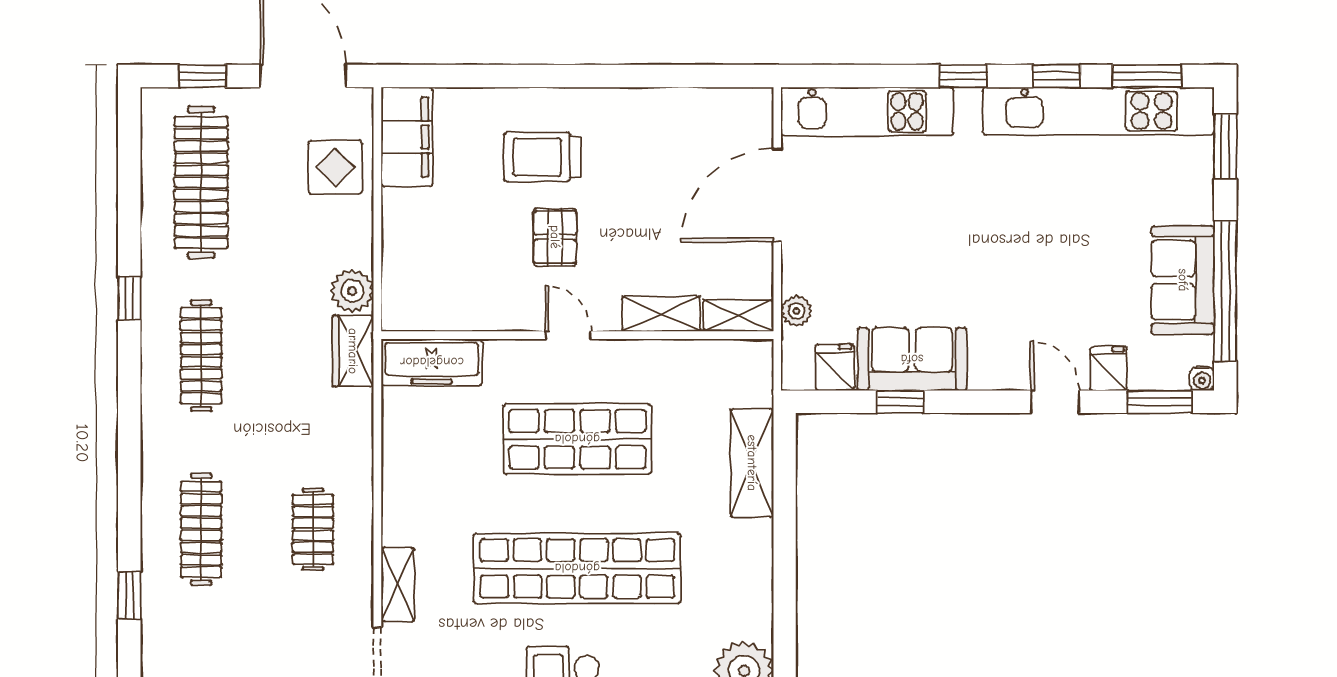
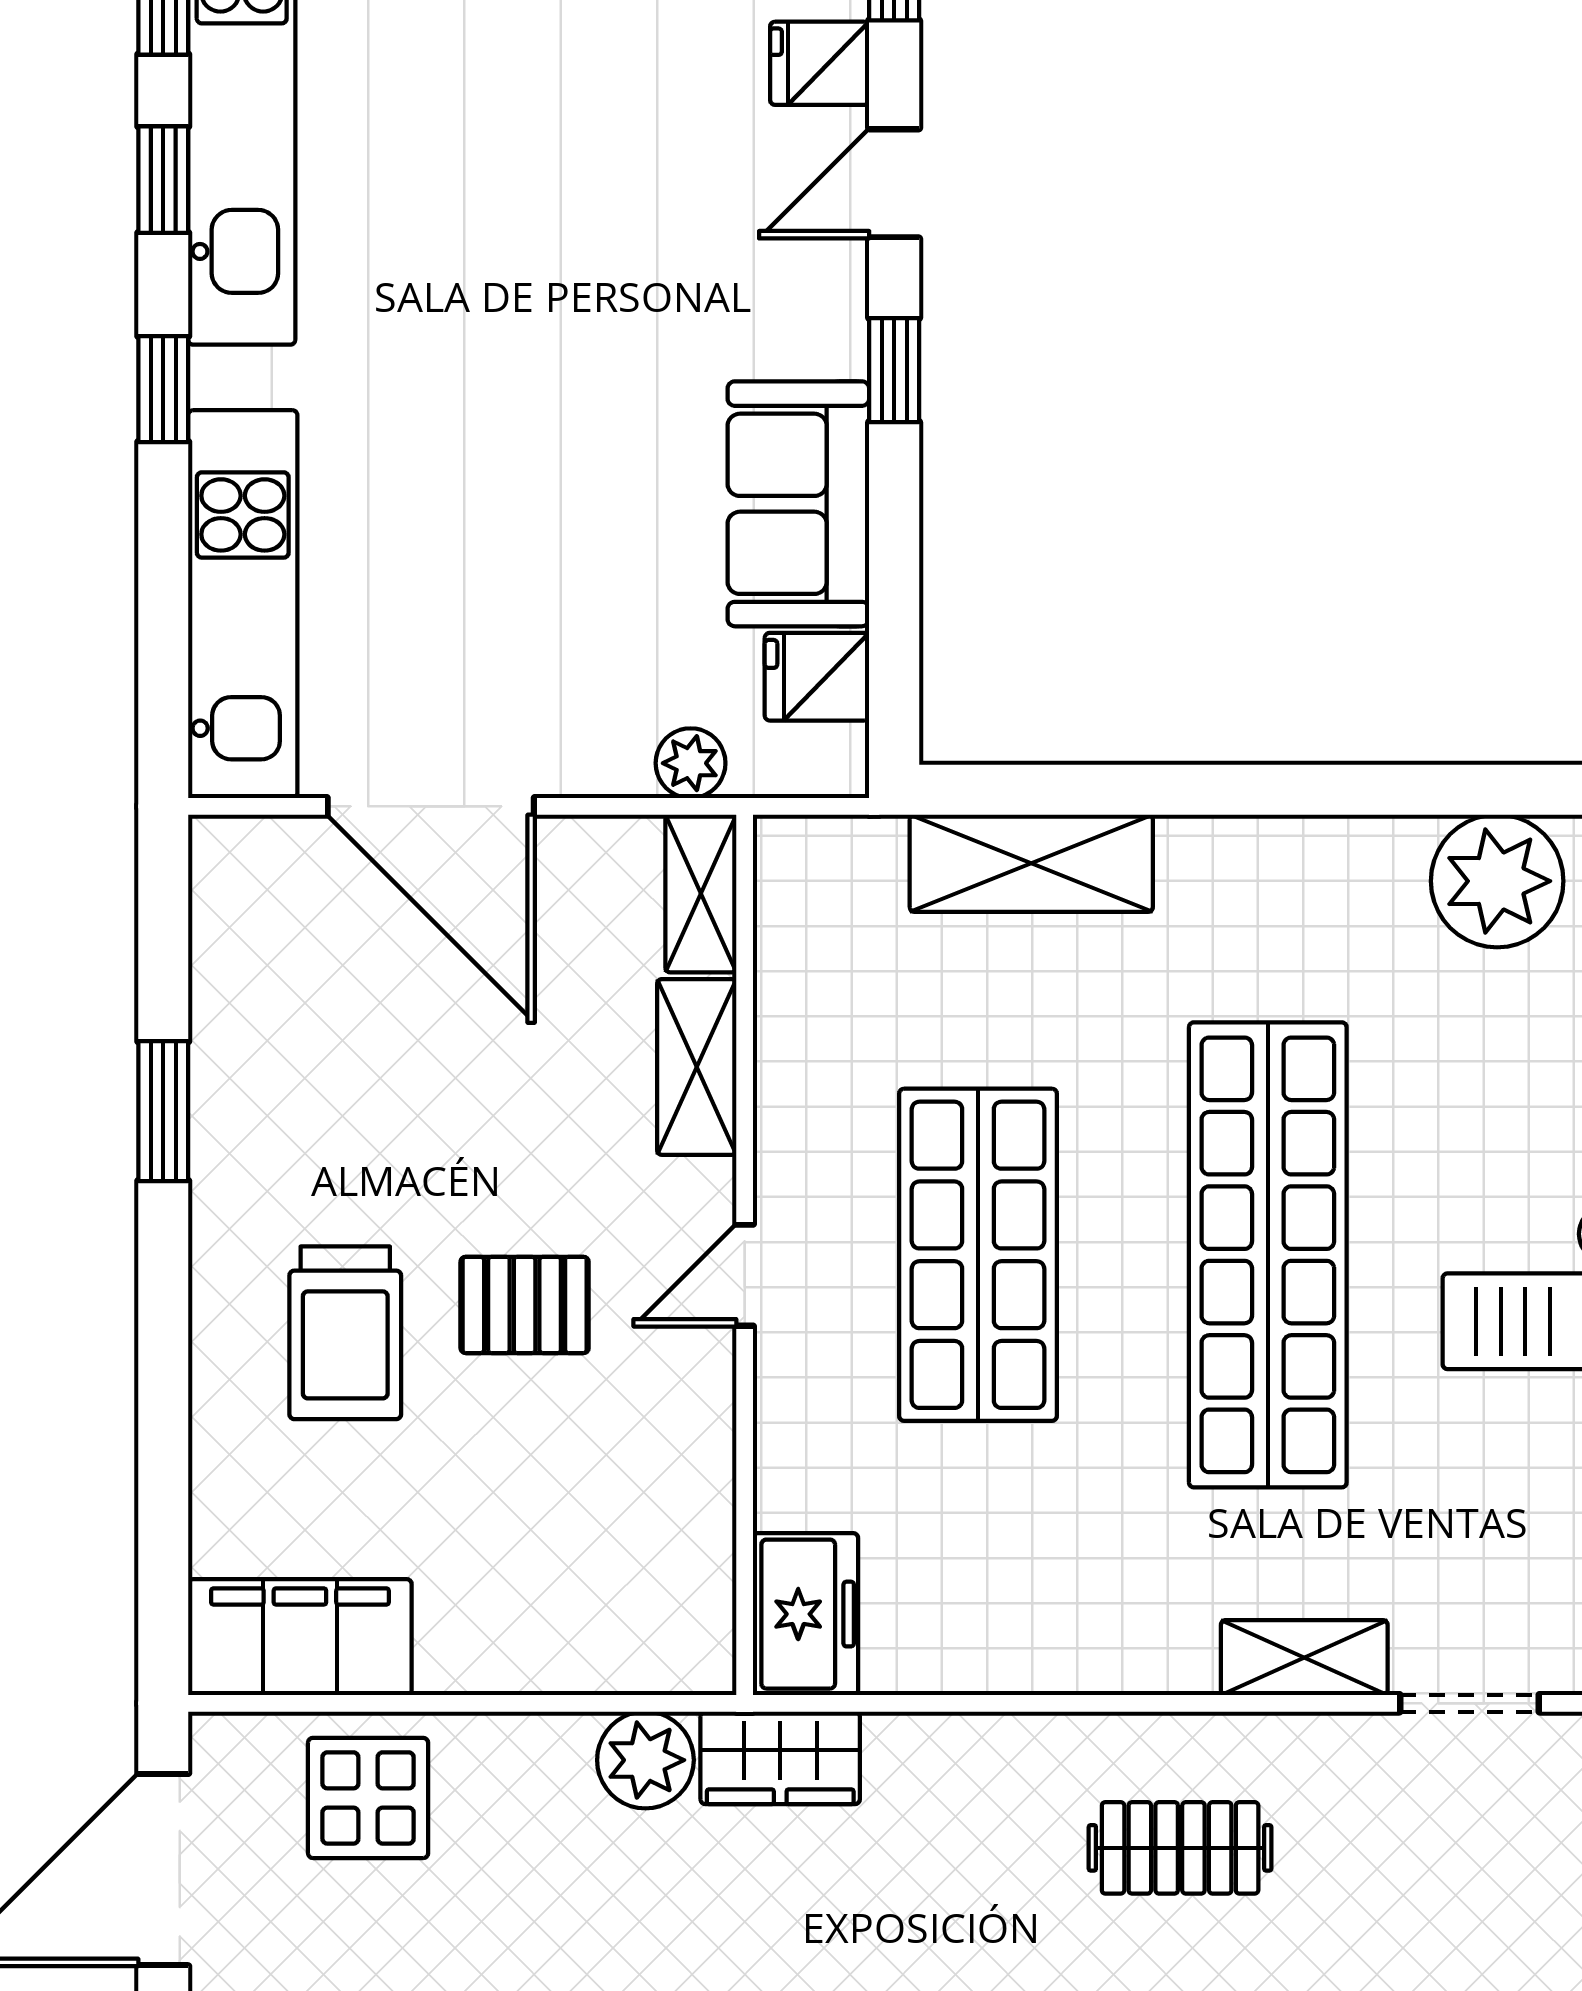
window: (641, 76) -> (163, 1111), added
freezer: (432, 362) -> (806, 1614), width x0.71
window: (900, 402) -> (894, 370), moved

